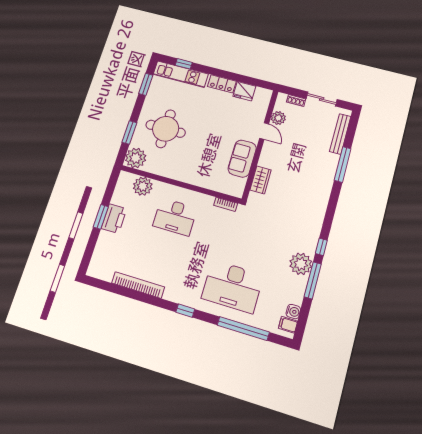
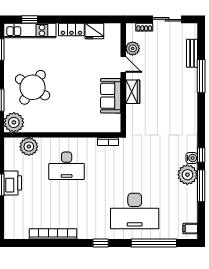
round table: (166, 129) -> (33, 87), turned 33
bench: (340, 134) -> (192, 53), width x0.73
wardrobe: (261, 180) -> (133, 92), moved
water cooler: (293, 312) -> (192, 158), moved

